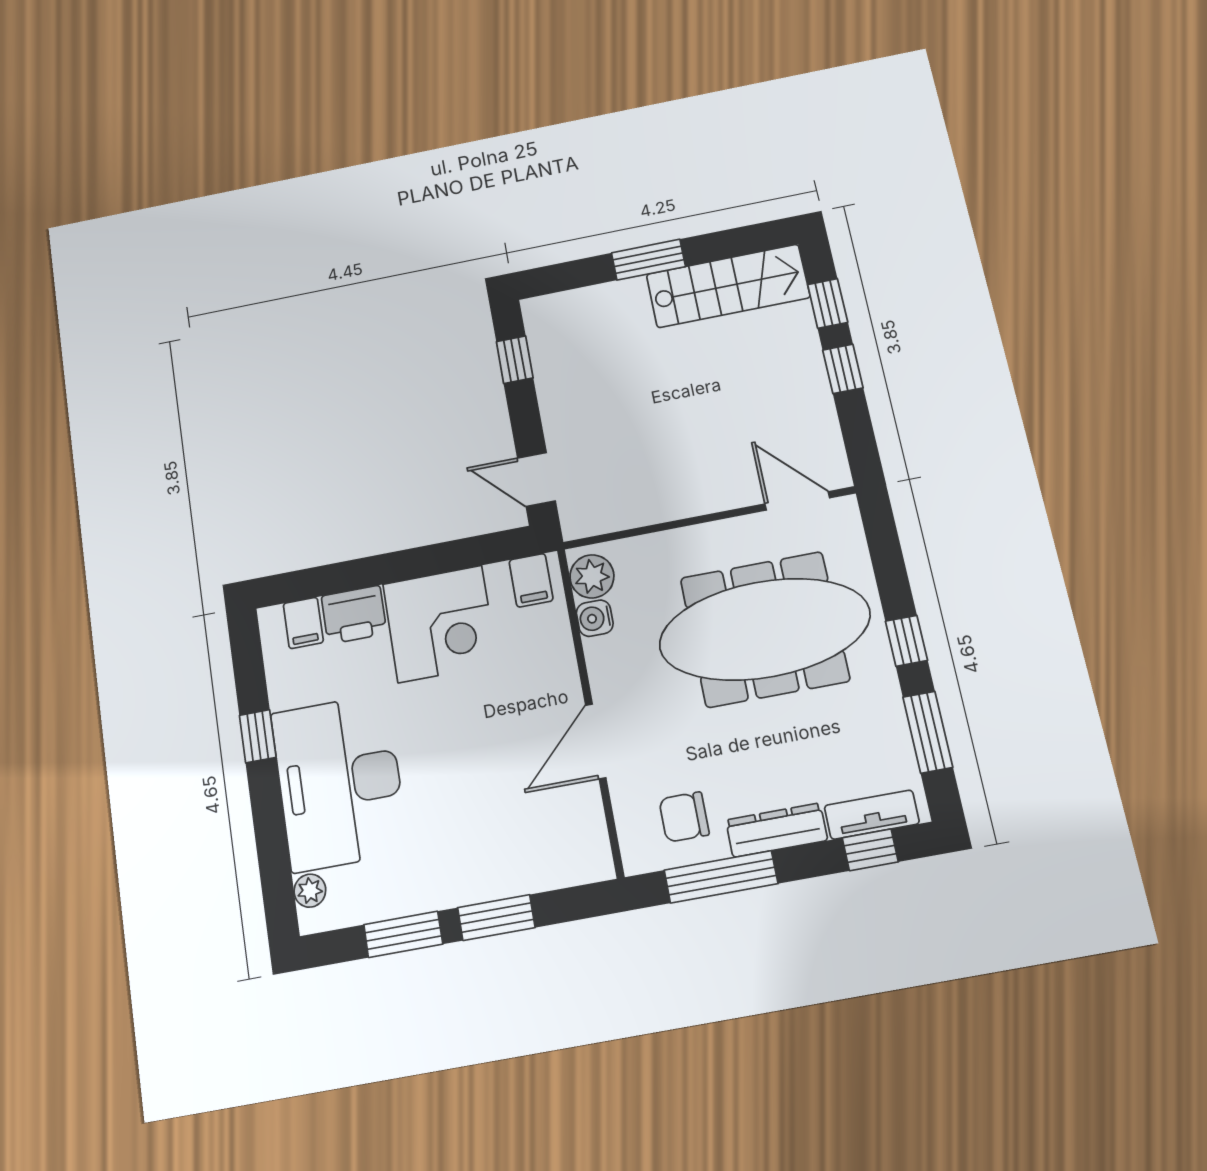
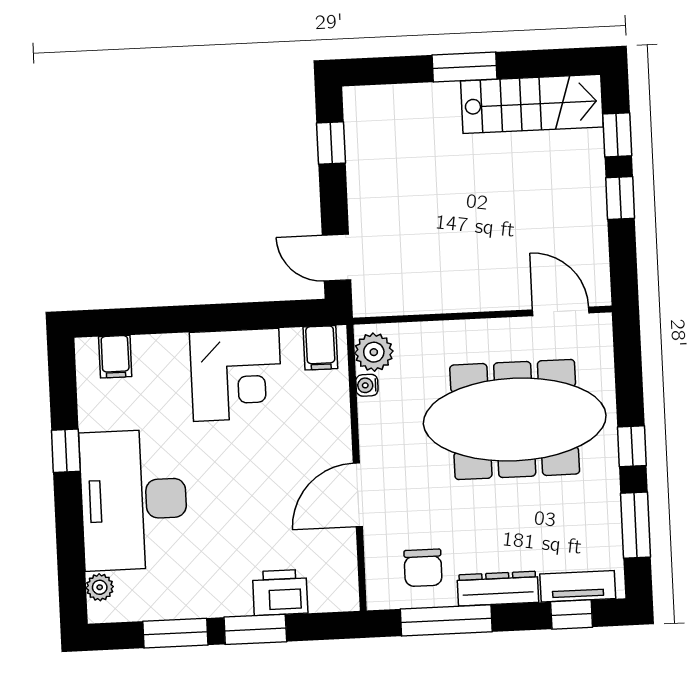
printer: (354, 615) -> (280, 592), moved, turned 180
water cooler: (595, 618) -> (367, 385), width x0.72, depth x0.72
chair: (684, 817) -> (423, 568), turned -90

